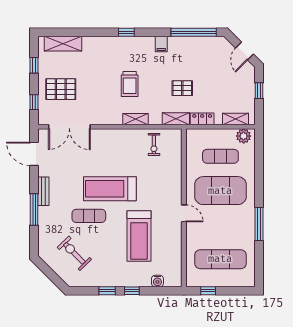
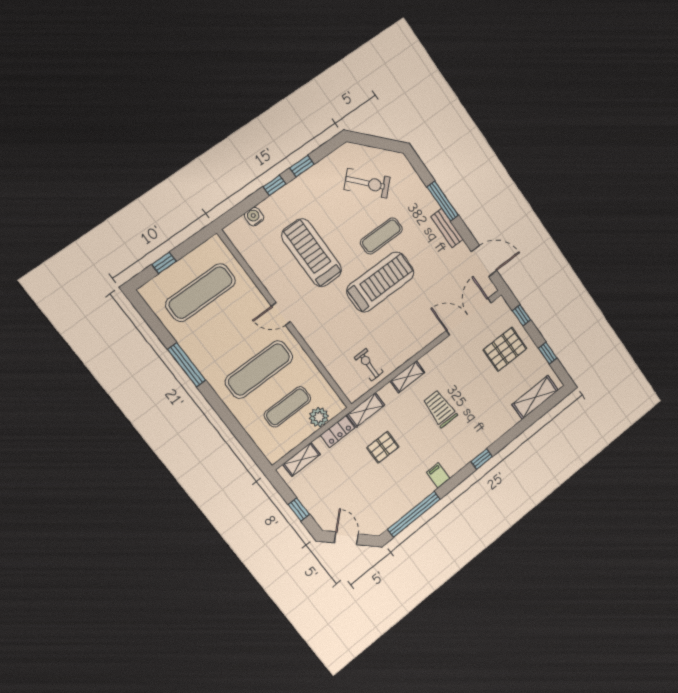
plant: (244, 136) -> (319, 417), moved
exercise mat: (220, 191) -> (259, 369), width x0.68
window: (208, 291) -> (164, 263), moved

